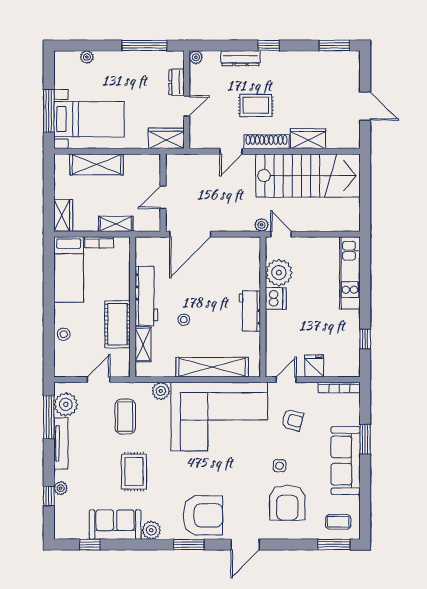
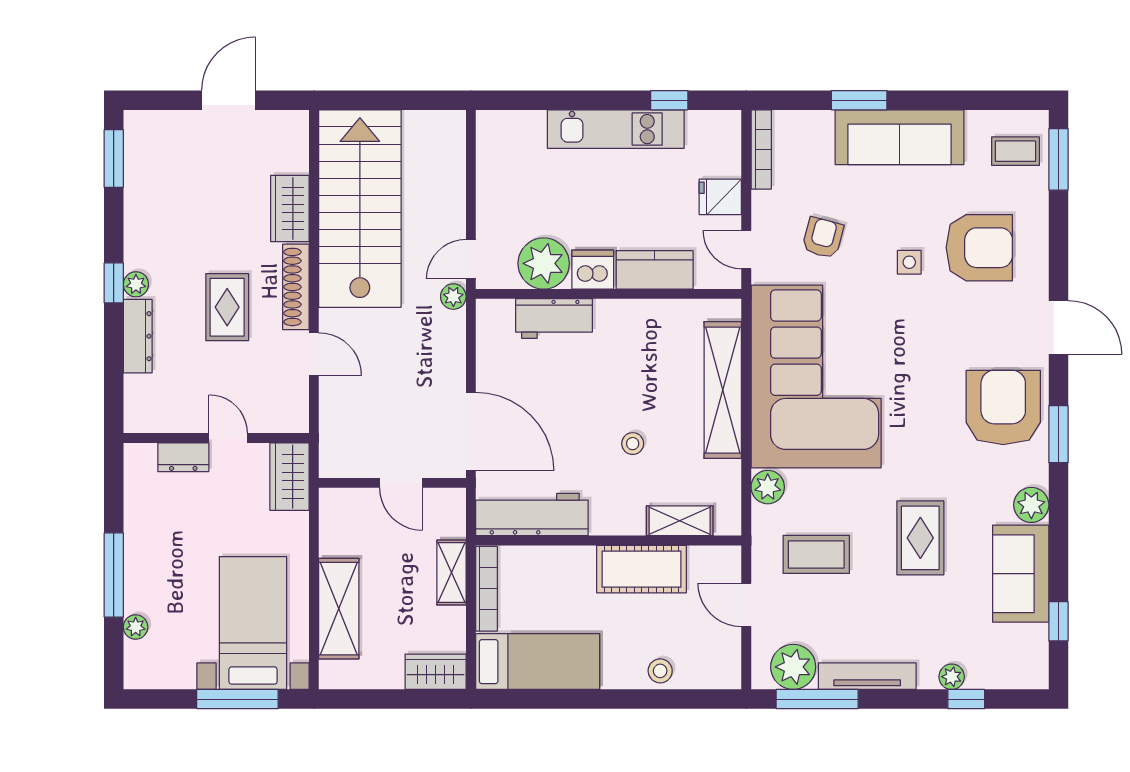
window: (144, 45) -> (114, 575), moved
plant: (196, 57) -> (136, 284), moved
bookcase: (99, 242) -> (486, 589), width x1.56
kitchen unit: (350, 273) -> (616, 129), moved
workbench: (146, 296) -> (532, 515), moved
workbench: (250, 311) -> (554, 319), moved
kitchen counter: (276, 331) -> (655, 270), added
rug: (134, 472) -> (920, 538), turned 90
coffee table: (338, 522) -> (1016, 151), turned 90

